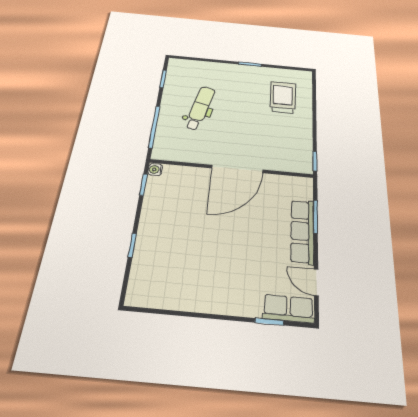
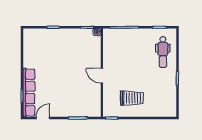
trolley: (283, 97) -> (132, 98), moved
dental chair: (200, 108) -> (163, 52), moved, turned 77
door: (237, 169) -> (102, 76), width x0.53
row of seats: (302, 231) -> (69, 111), removed
row of seats: (288, 309) -> (29, 92), width x2.02

